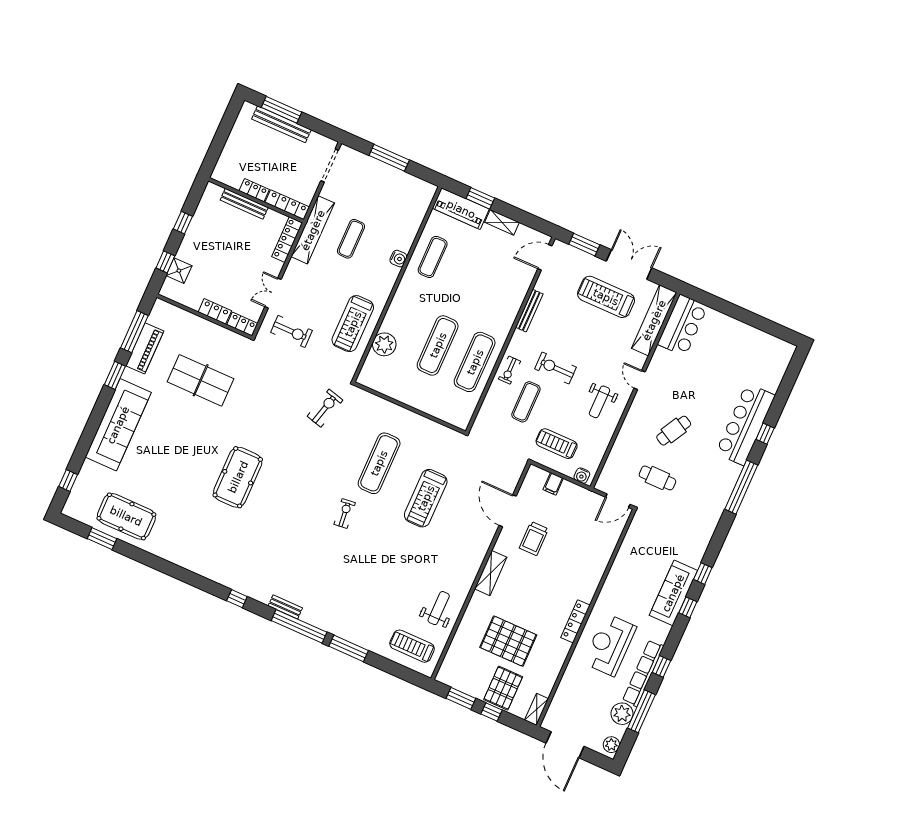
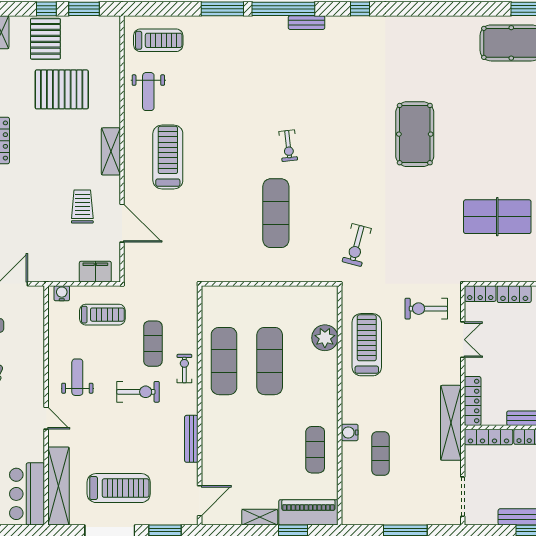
exercise mat: (351, 239) -> (381, 454), moved
filing cabinet: (553, 484) -> (95, 272), width x2.00
treadmill: (426, 498) -> (168, 157), moved

